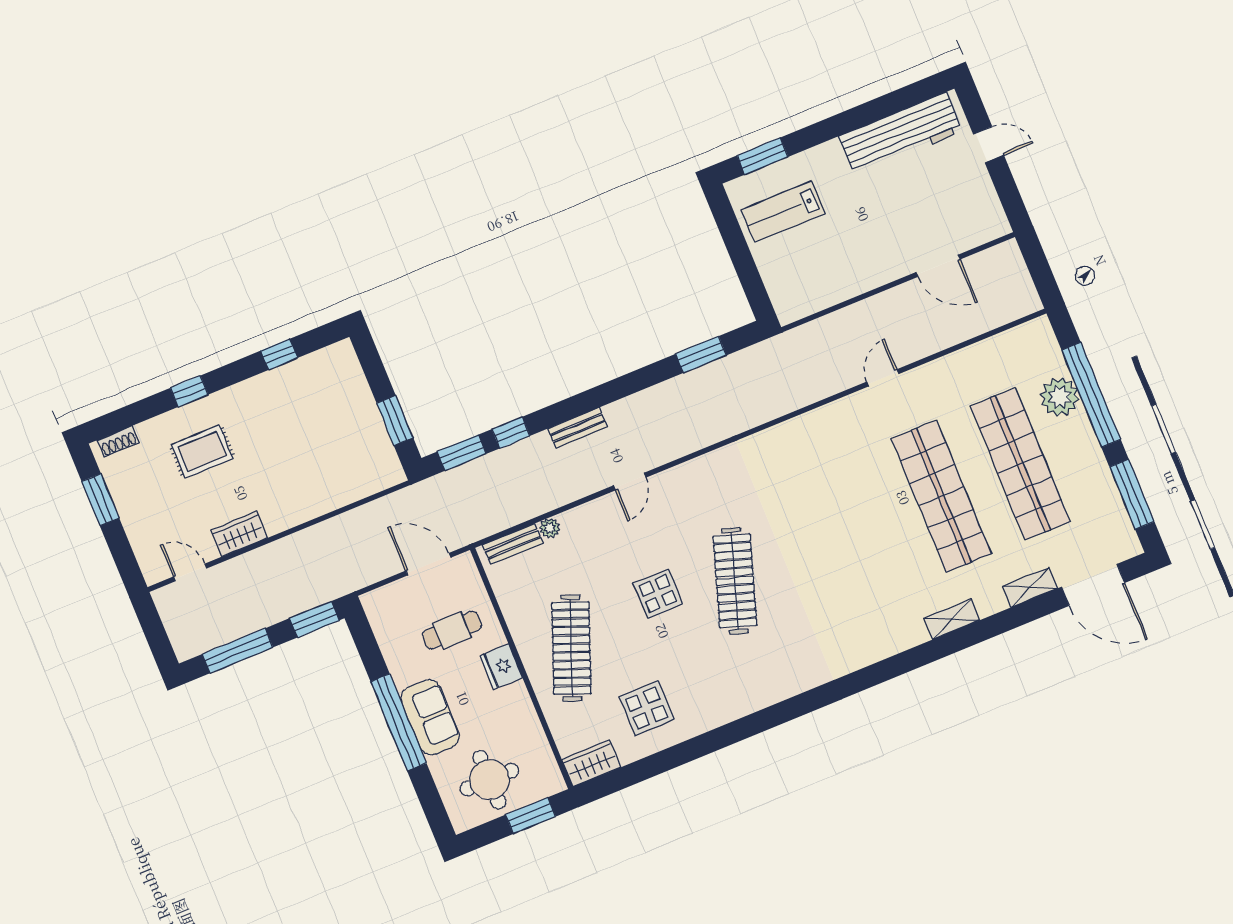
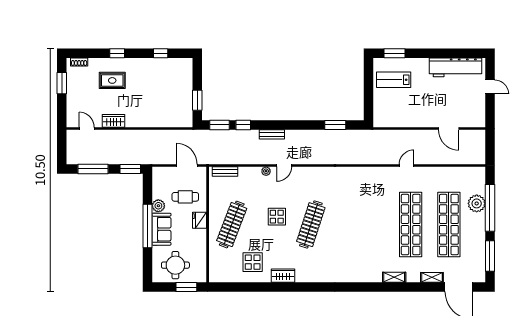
plant: (550, 528) -> (266, 171), moved
plant: (404, 671) -> (158, 206), added
wardrobe: (591, 763) -> (283, 276), moved

